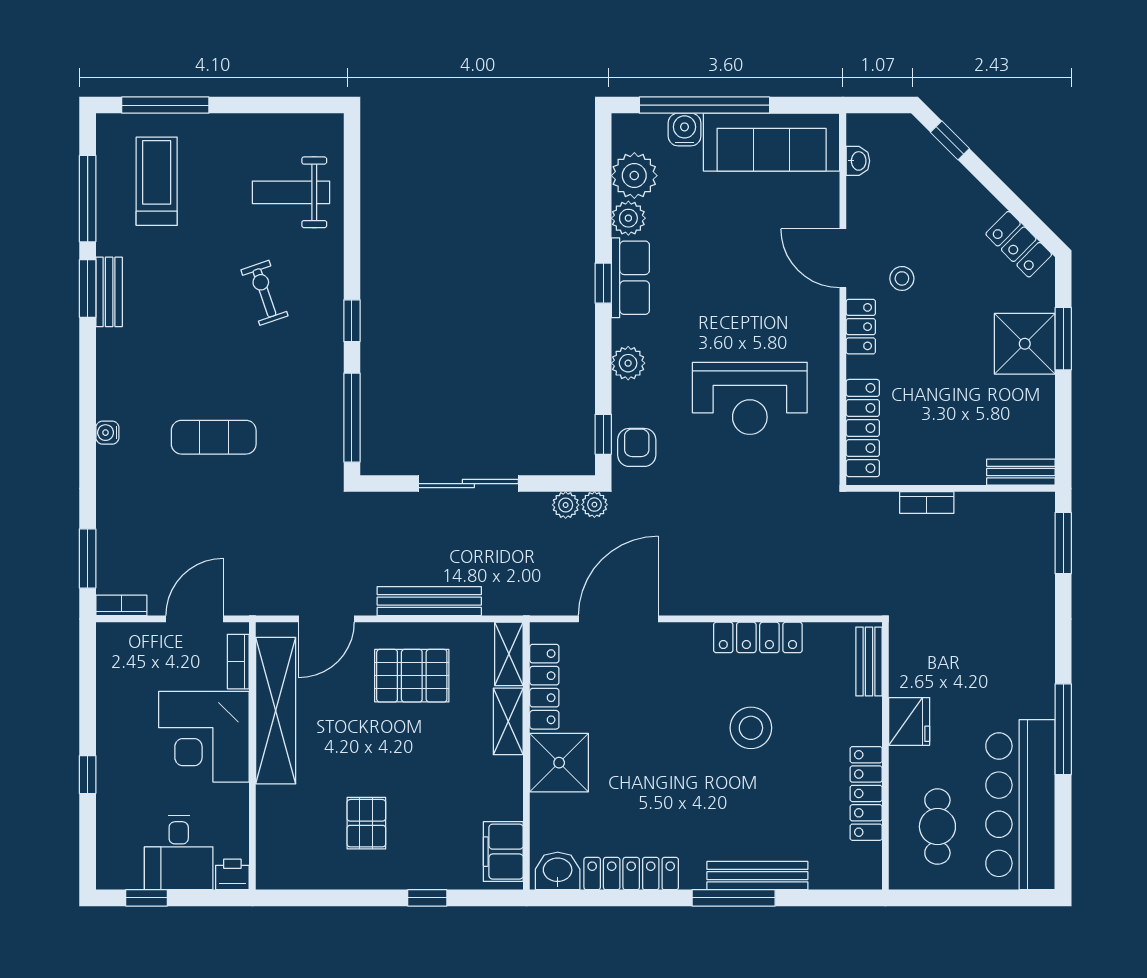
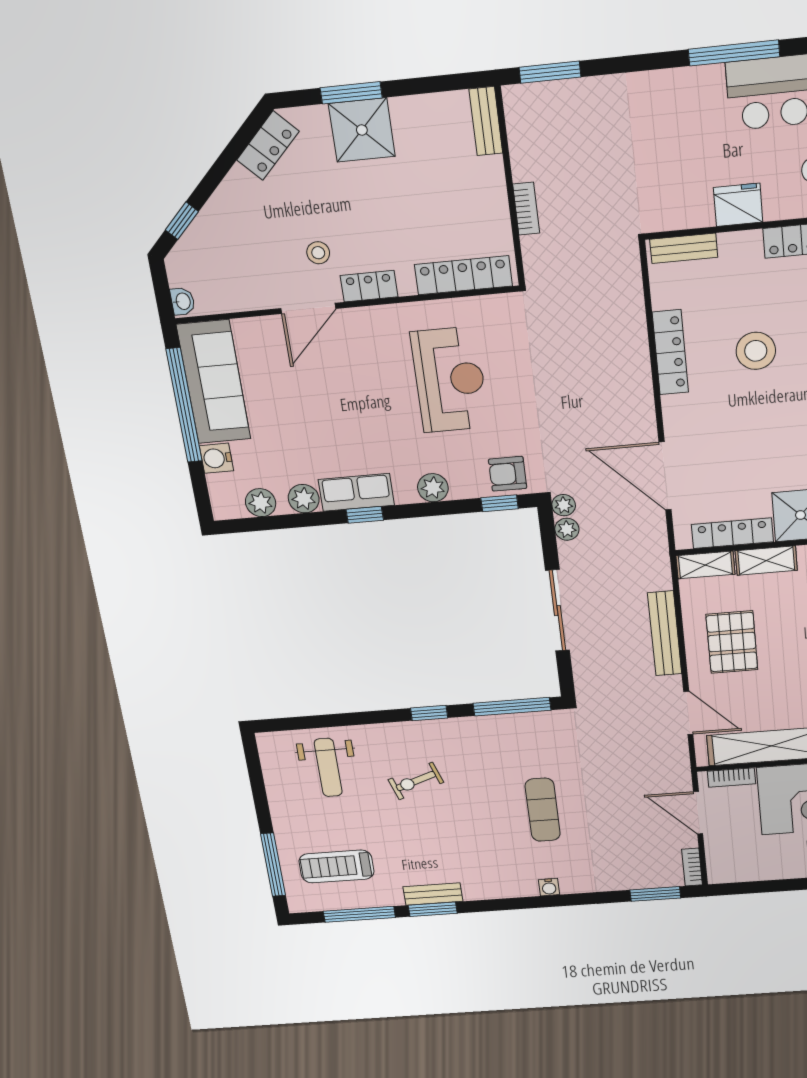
window: (704, 105) -> (184, 405), moved
washbasin: (858, 161) -> (183, 301), moved, turned 90
plant: (634, 176) -> (261, 503), width x0.73, depth x0.73

